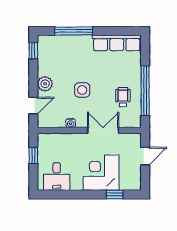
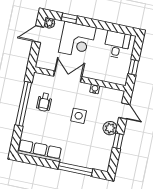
window: (33, 51) -> (118, 141), moved
door: (33, 106) -> (124, 111), swing flipped
double door: (103, 130) -> (68, 76), swing flipped
door: (145, 156) -> (38, 34), moved
plant: (135, 185) -> (49, 23), added

